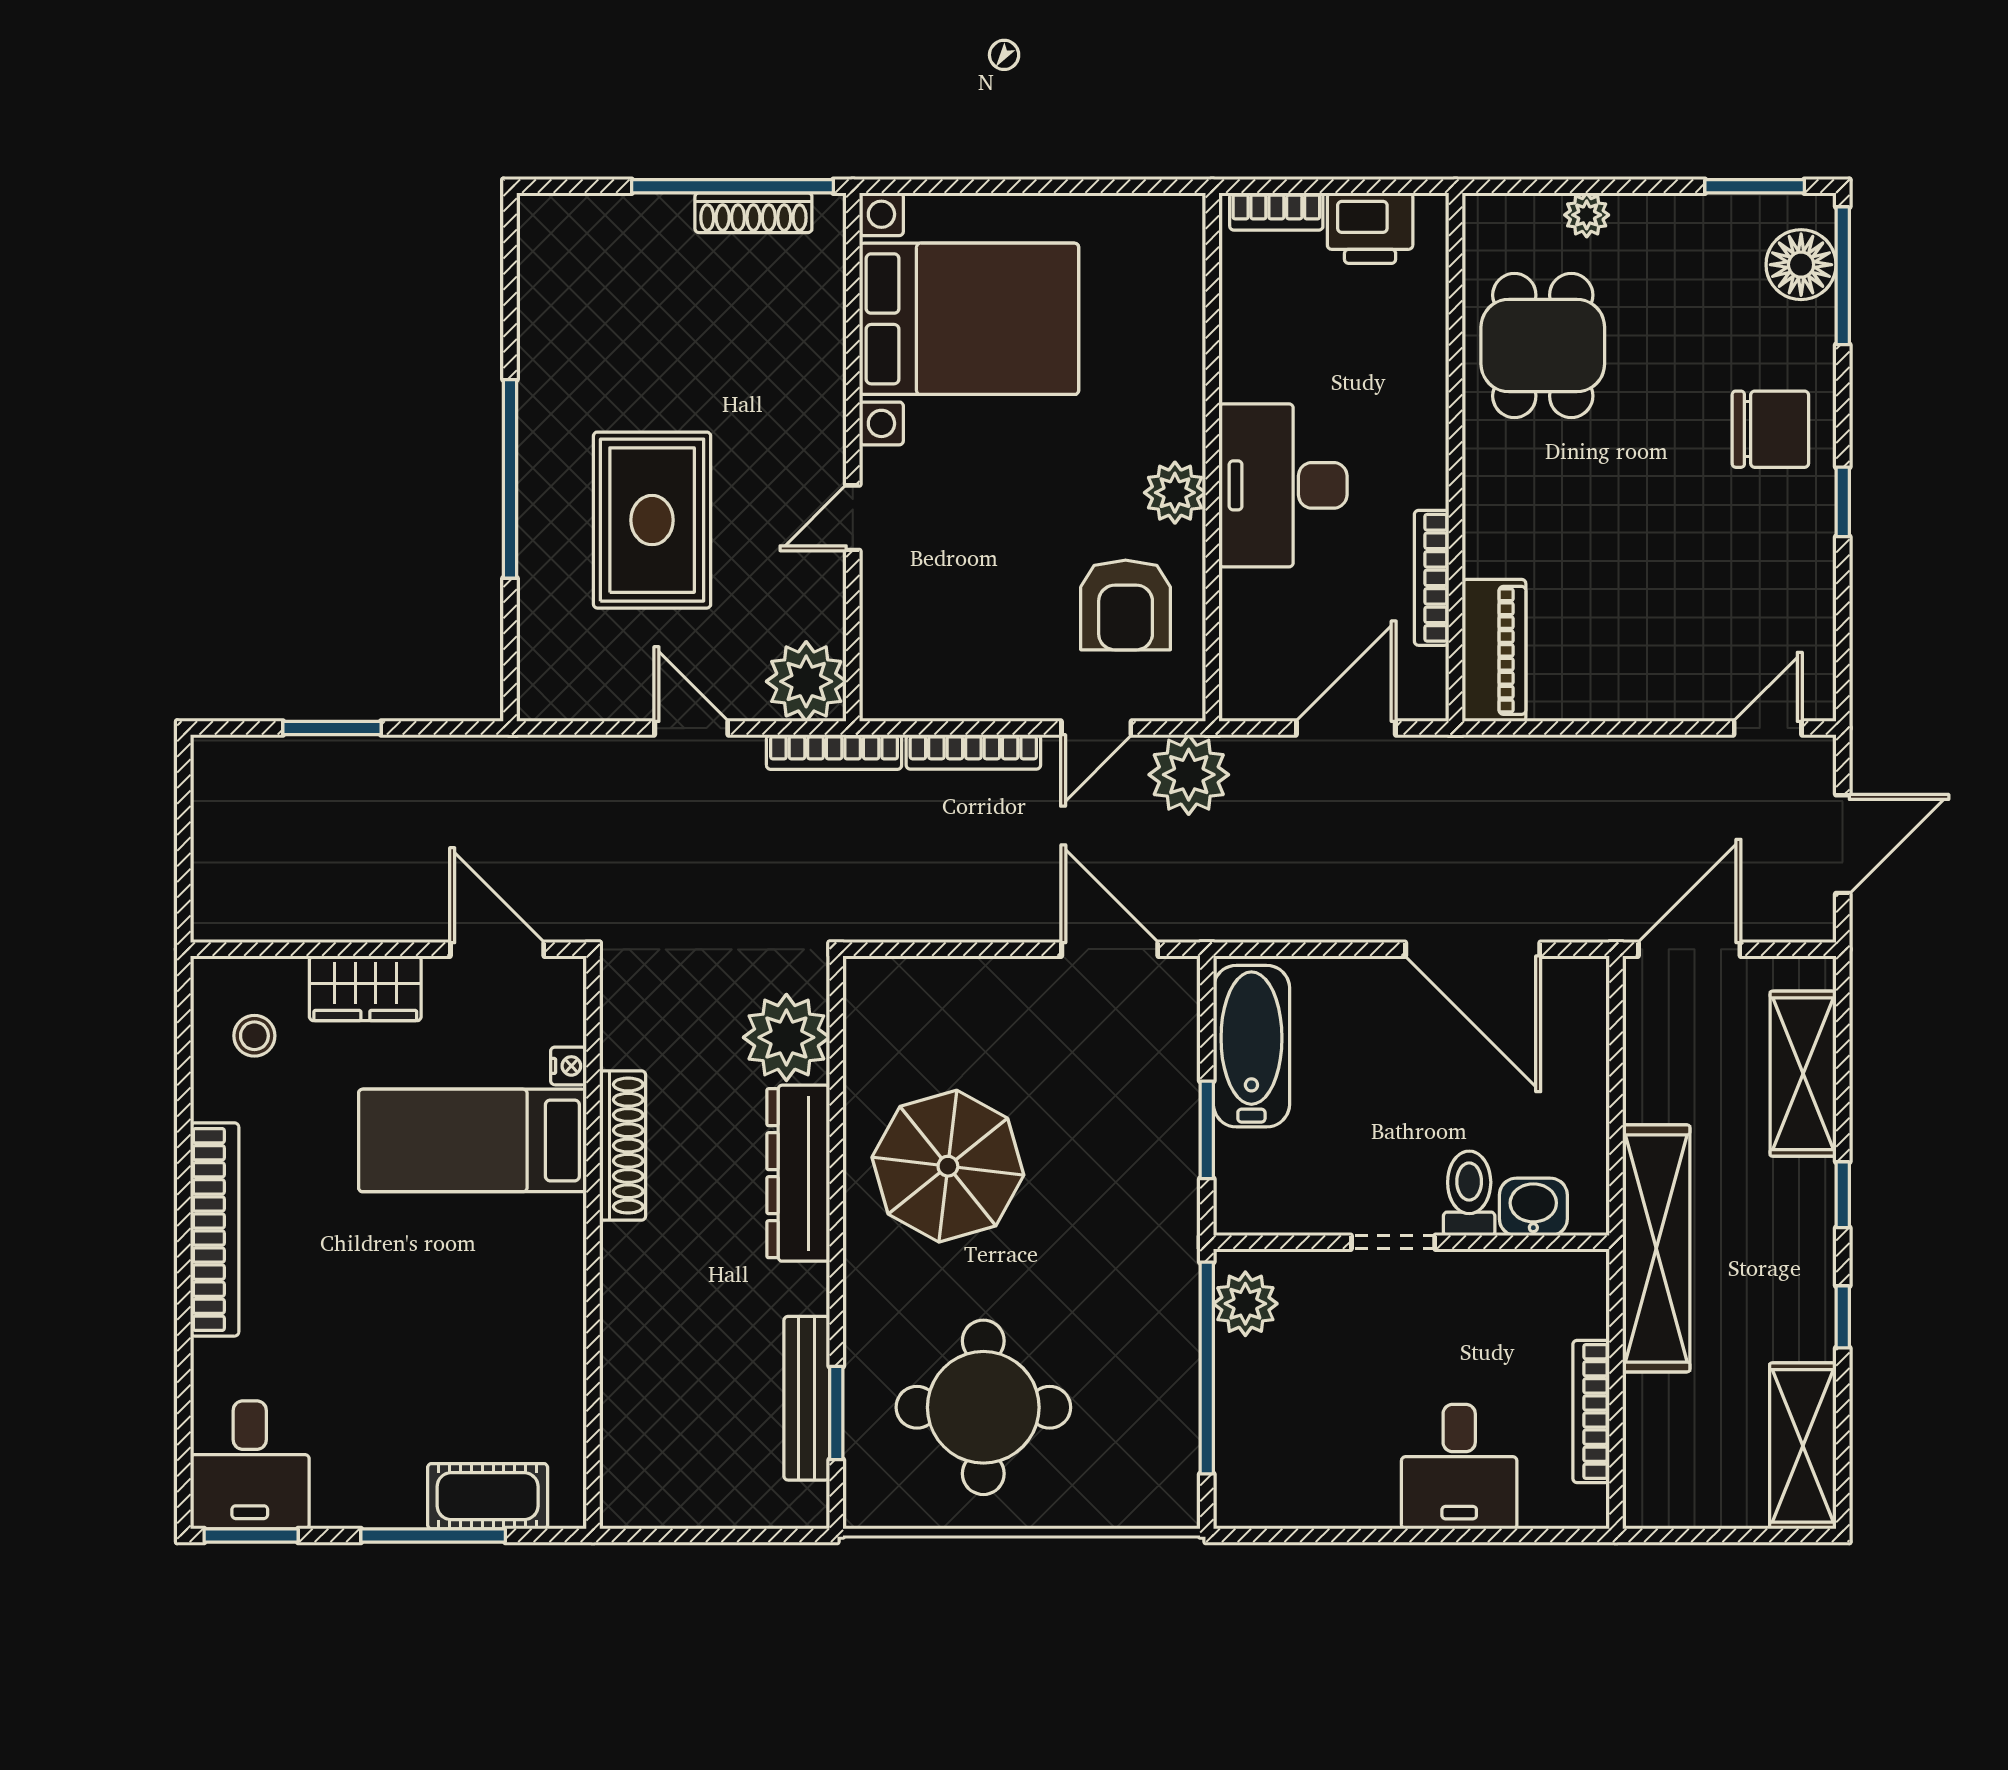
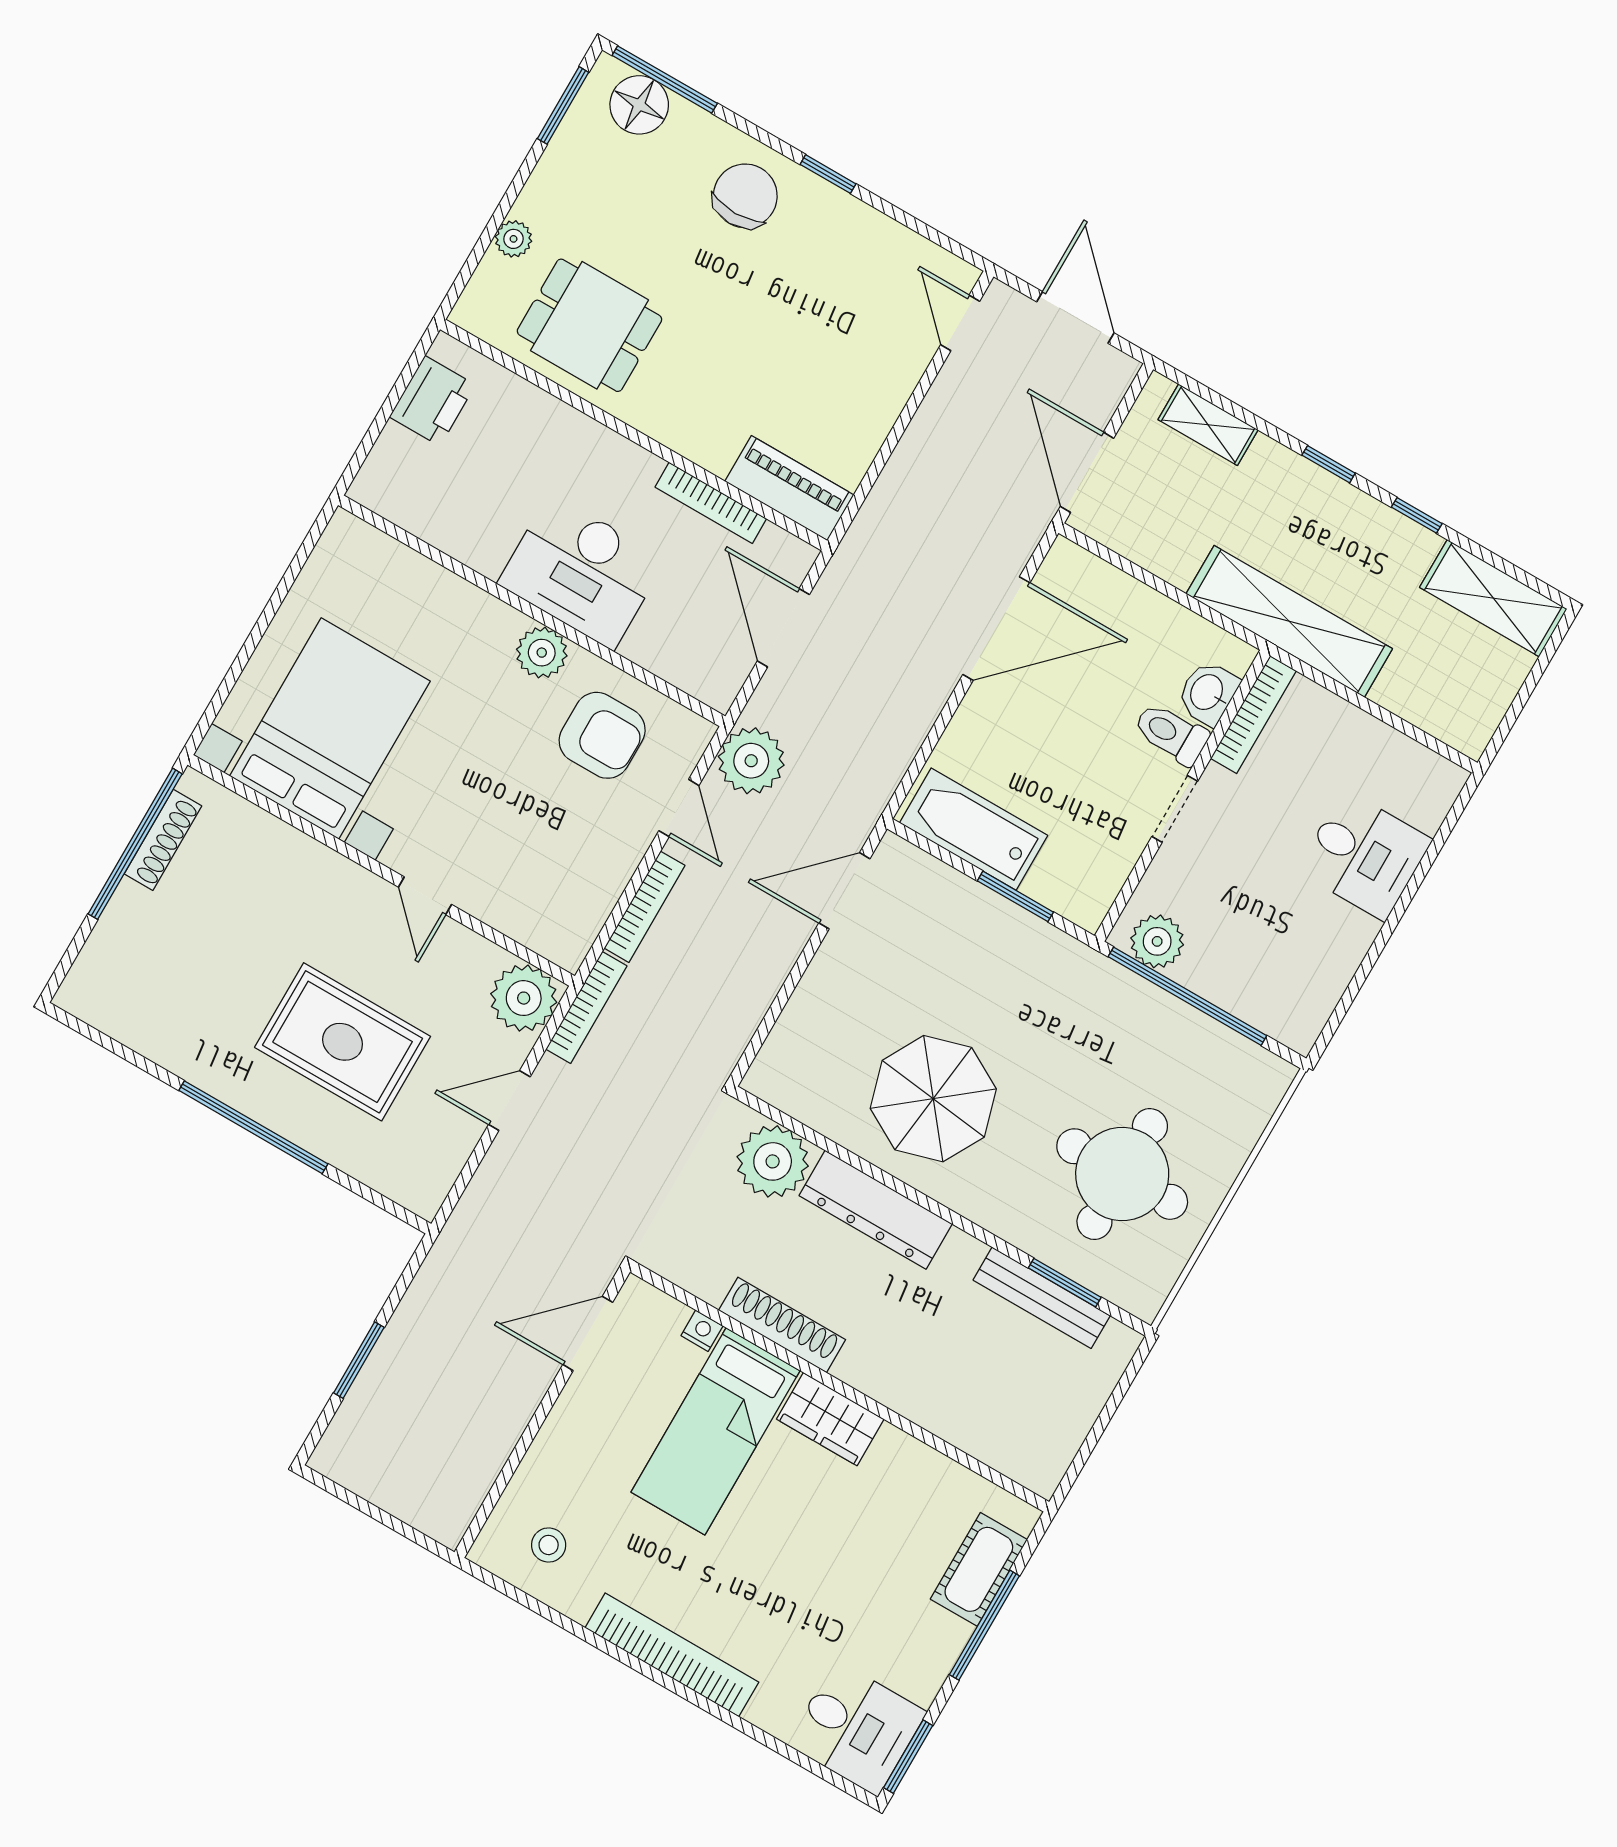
bookcase: (1276, 211) -> (381, 462), removed
wardrobe: (365, 988) -> (830, 1419), moved, turned 90
shelving: (1803, 1074) -> (1208, 425), width x0.67, depth x0.75
bookcase: (1591, 1411) -> (1253, 715), moved, turned -90

